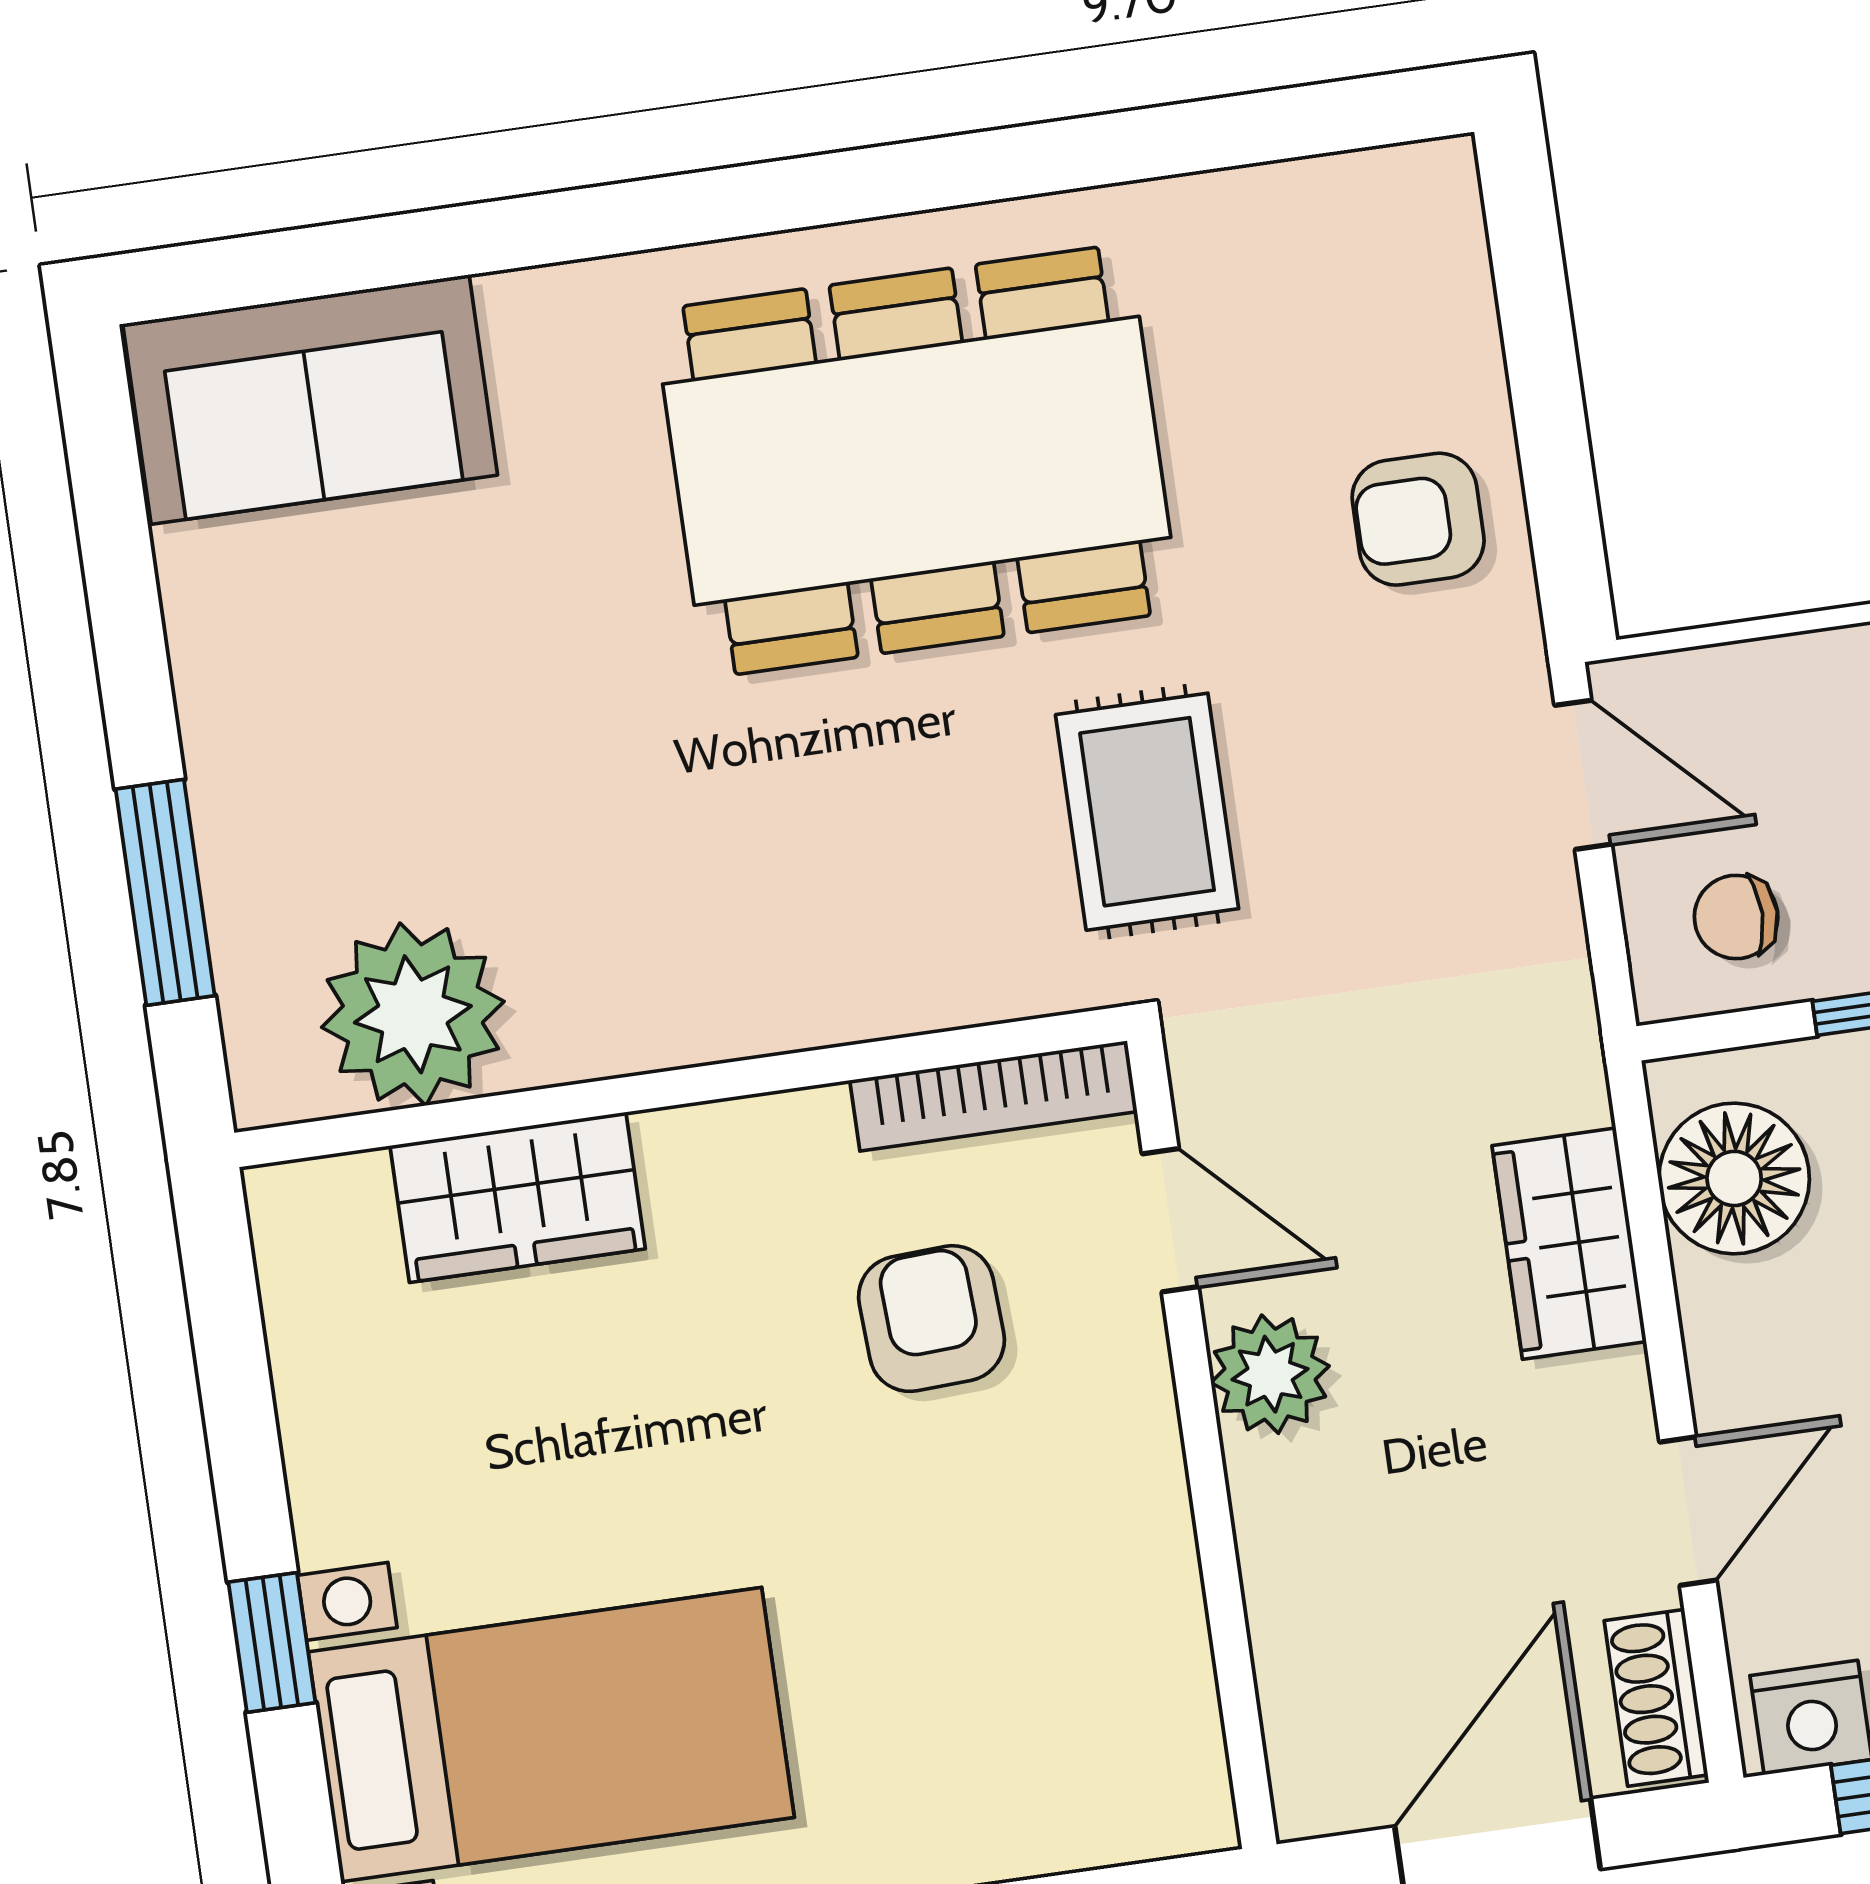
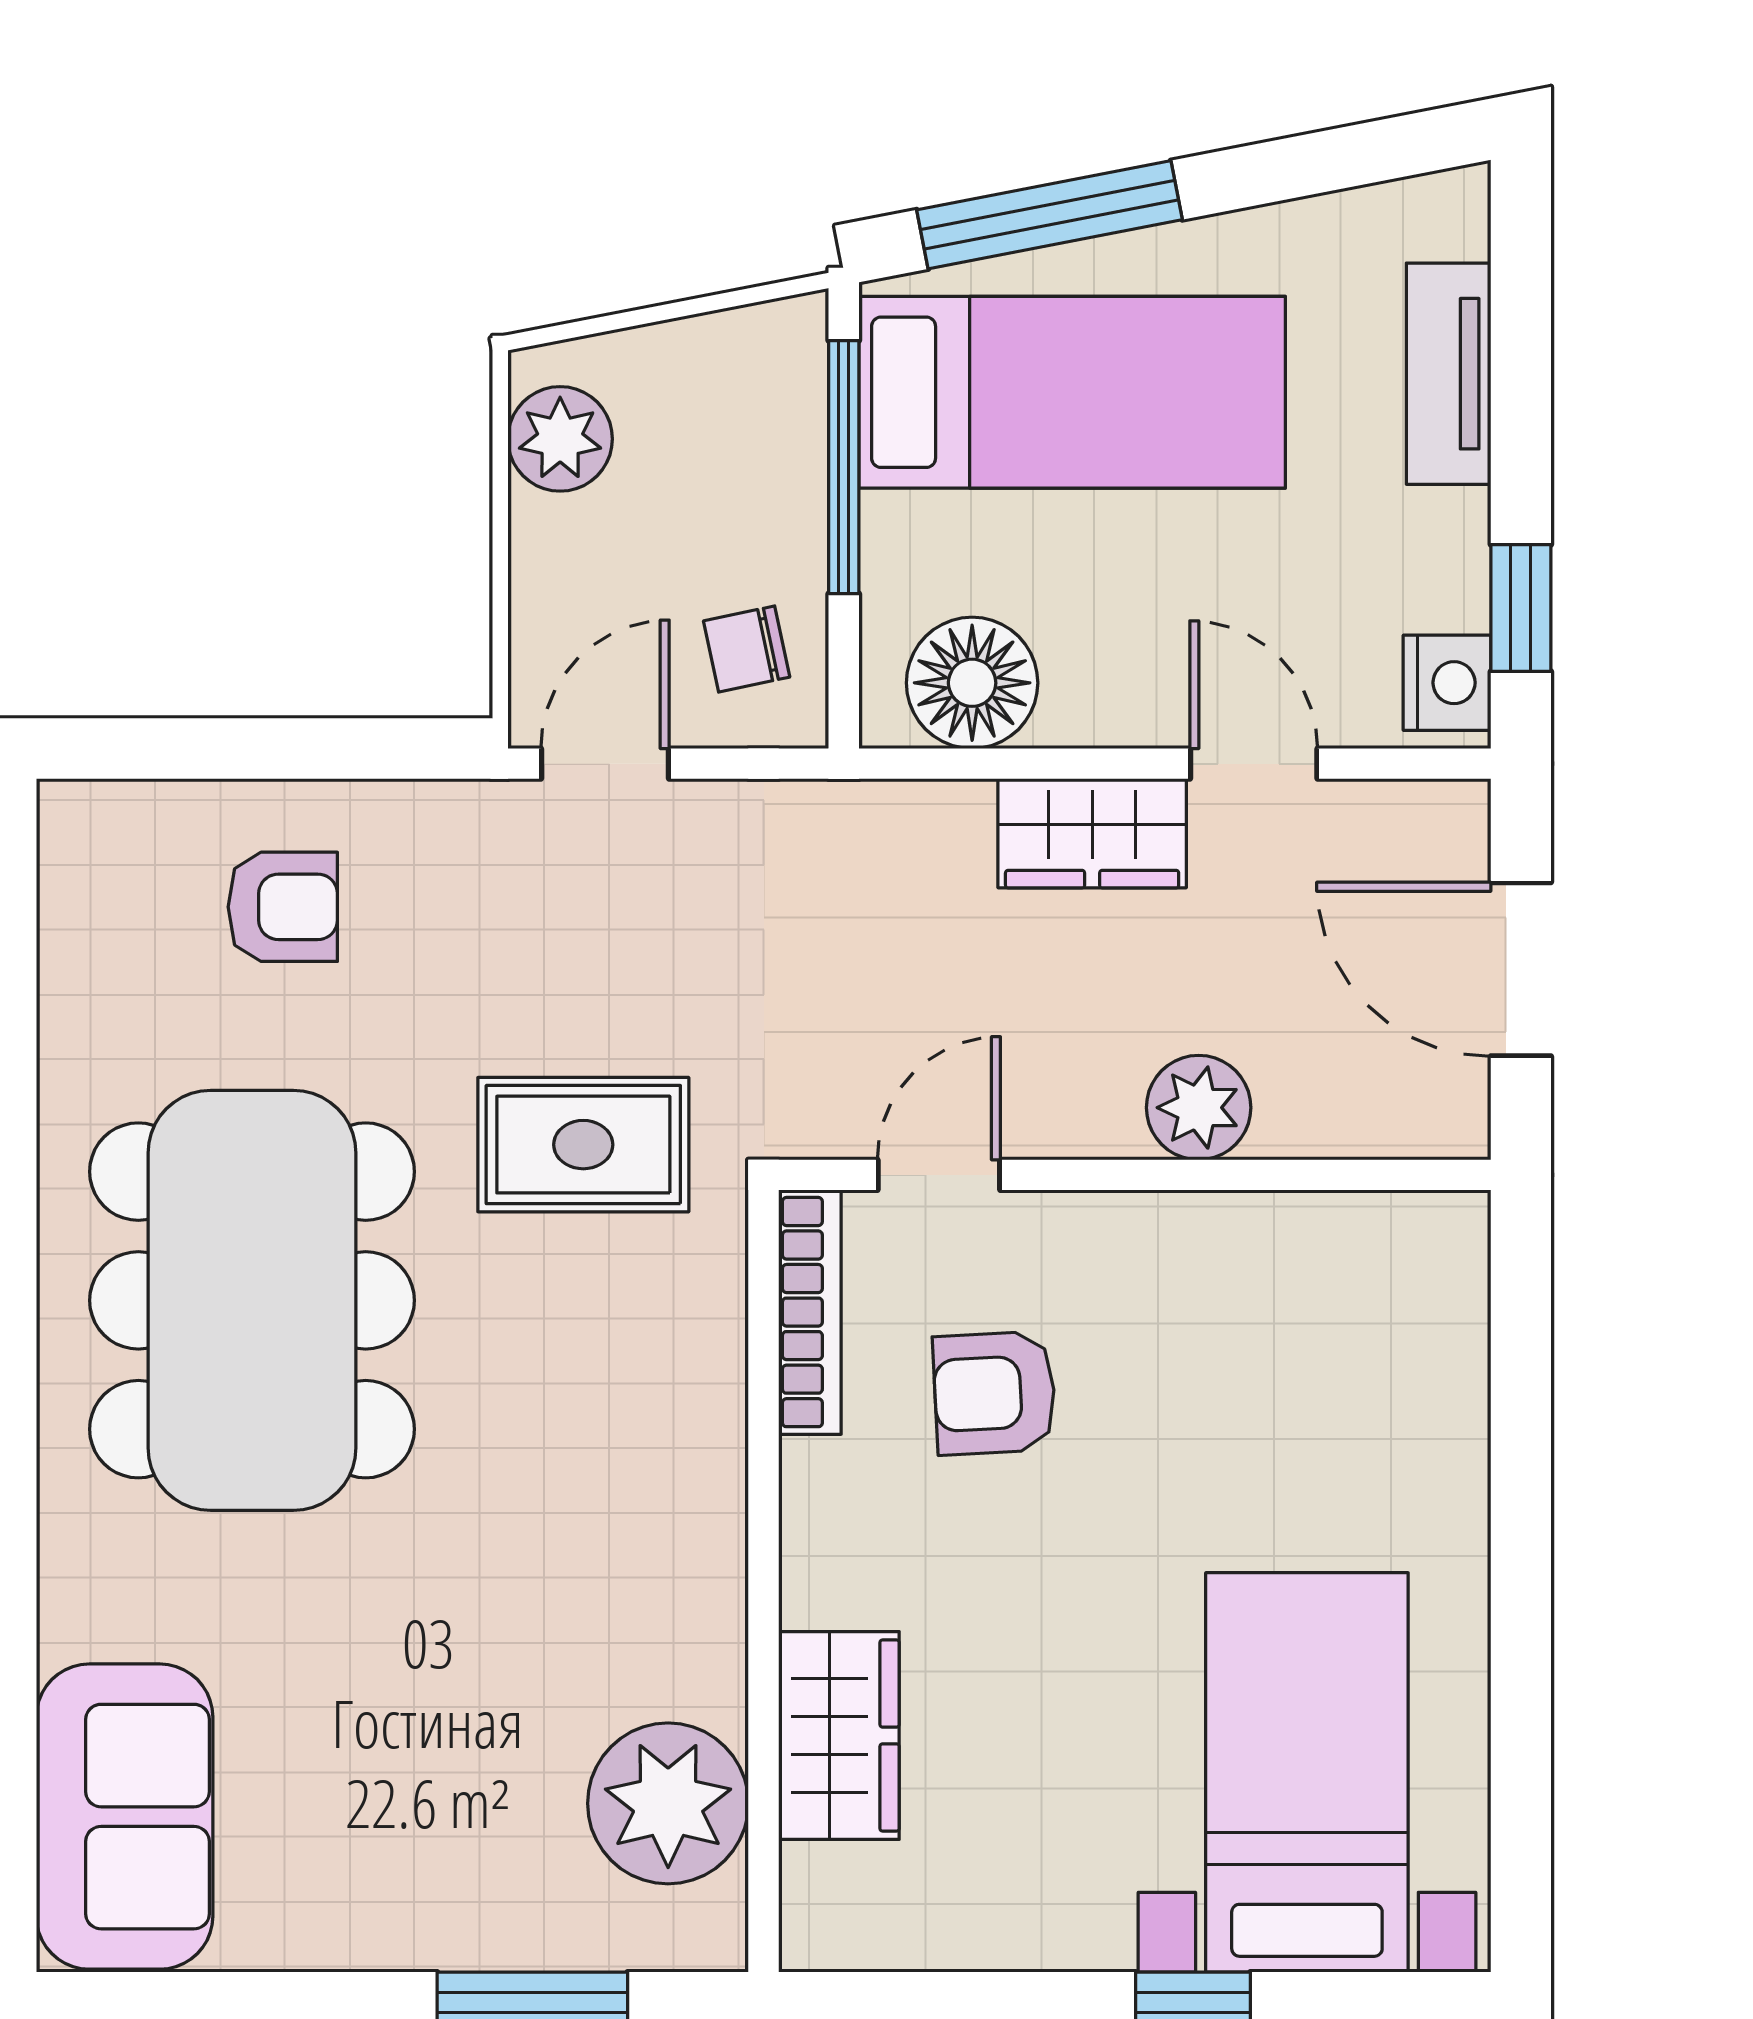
armchair: (1418, 519) -> (283, 907), moved, turned -90
chair: (1736, 917) -> (747, 649), turned 78
wardrobe: (1569, 1244) -> (1092, 833), moved
plant: (1270, 1374) -> (1199, 1108), moved
shoe rack: (1656, 1698) -> (1411, 814), removed

